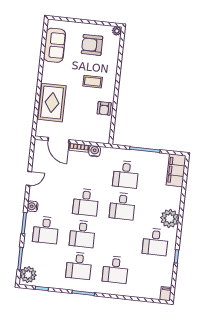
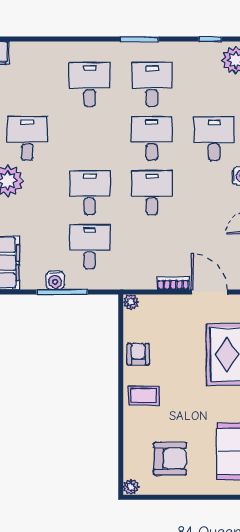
coffee table: (93, 82) -> (144, 396), moved
plant: (105, 139) -> (131, 302), added
water cooler: (95, 151) -> (55, 280), moved

